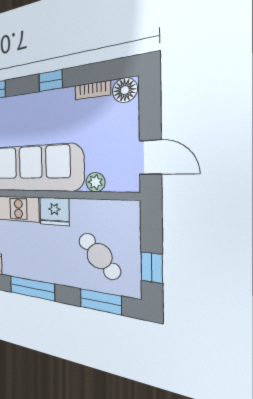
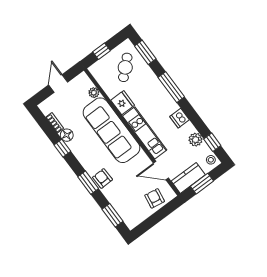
floor lamp: (125, 90) -> (67, 135), moved
door: (150, 157) -> (58, 83), moved
window: (152, 267) -> (101, 51), moved

